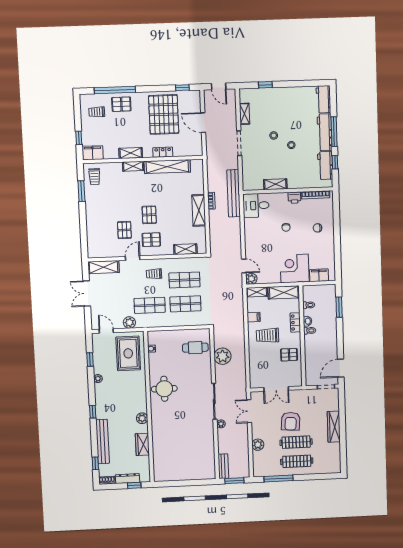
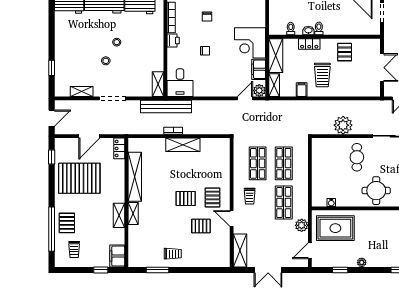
locker: (163, 152) -> (119, 148), moved
trolley: (94, 177) -> (173, 254), moved
shelving: (275, 184) -> (158, 84), moved
shelving: (185, 249) -> (224, 161), removed
filing cabinet: (319, 275) -> (259, 69), moved
cafe table: (195, 348) -> (357, 157), moved

